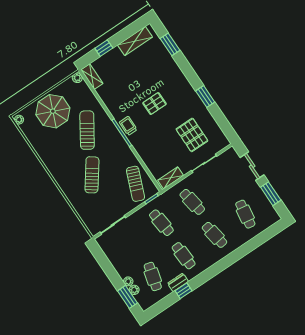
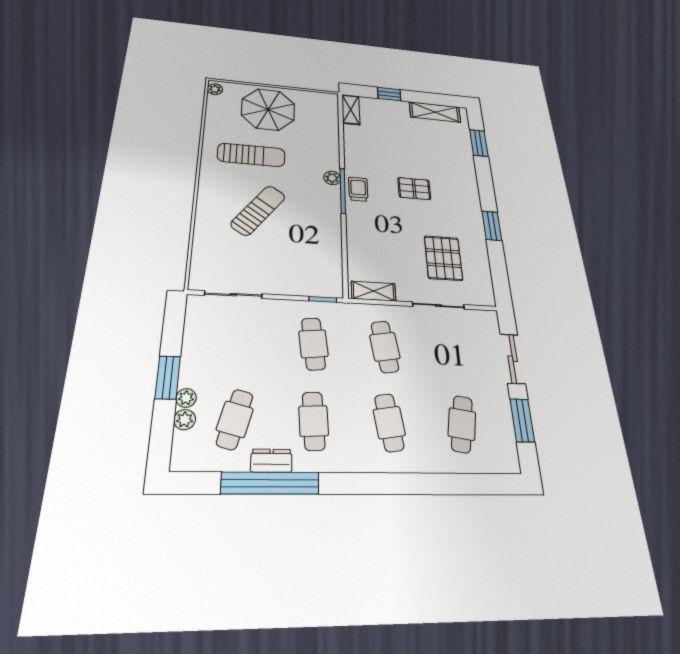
plant: (77, 78) -> (332, 178), moved
sun lounger: (87, 130) -> (251, 155), moved, turned 57
sun lounger: (136, 184) -> (314, 264), removed
window: (183, 291) -> (270, 483), width x3.17
window: (127, 297) -> (168, 377), moved

